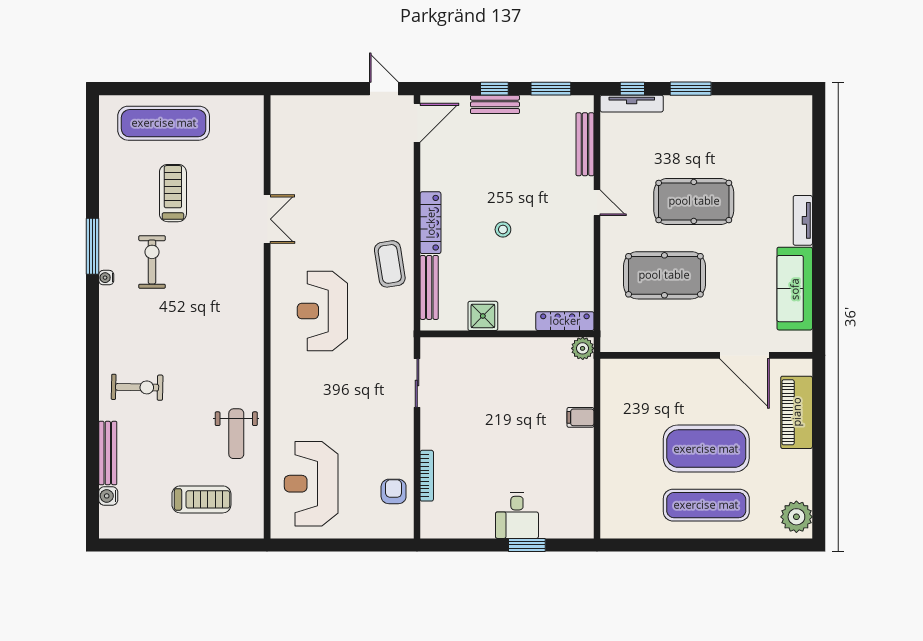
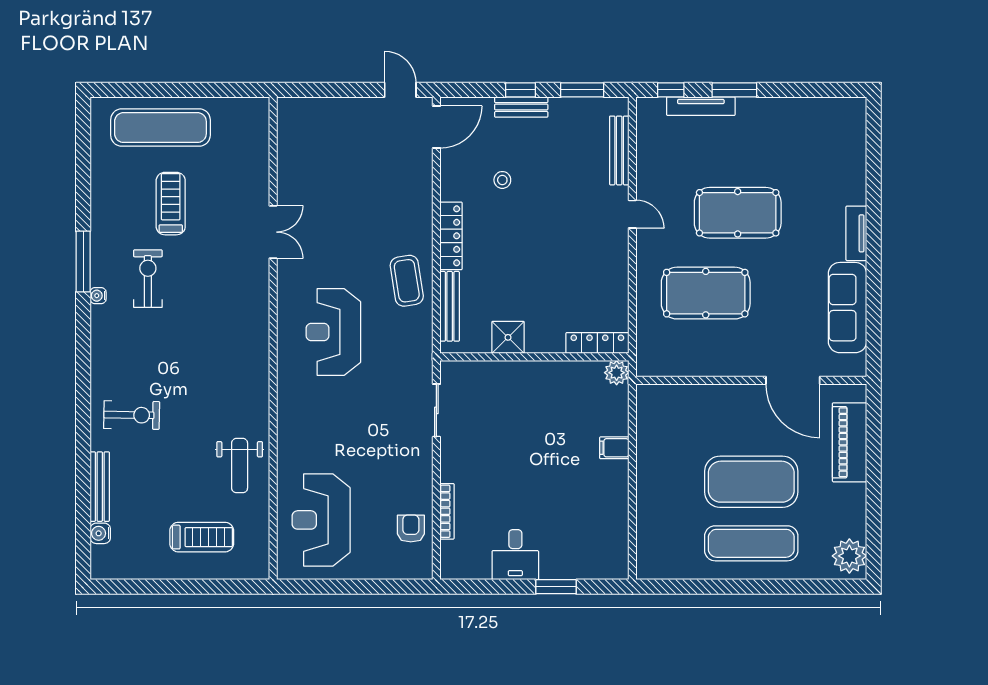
tv unit: (632, 104) -> (701, 106), moved
stool: (503, 229) -> (502, 180), moved
desk: (517, 516) -> (515, 555), moved

